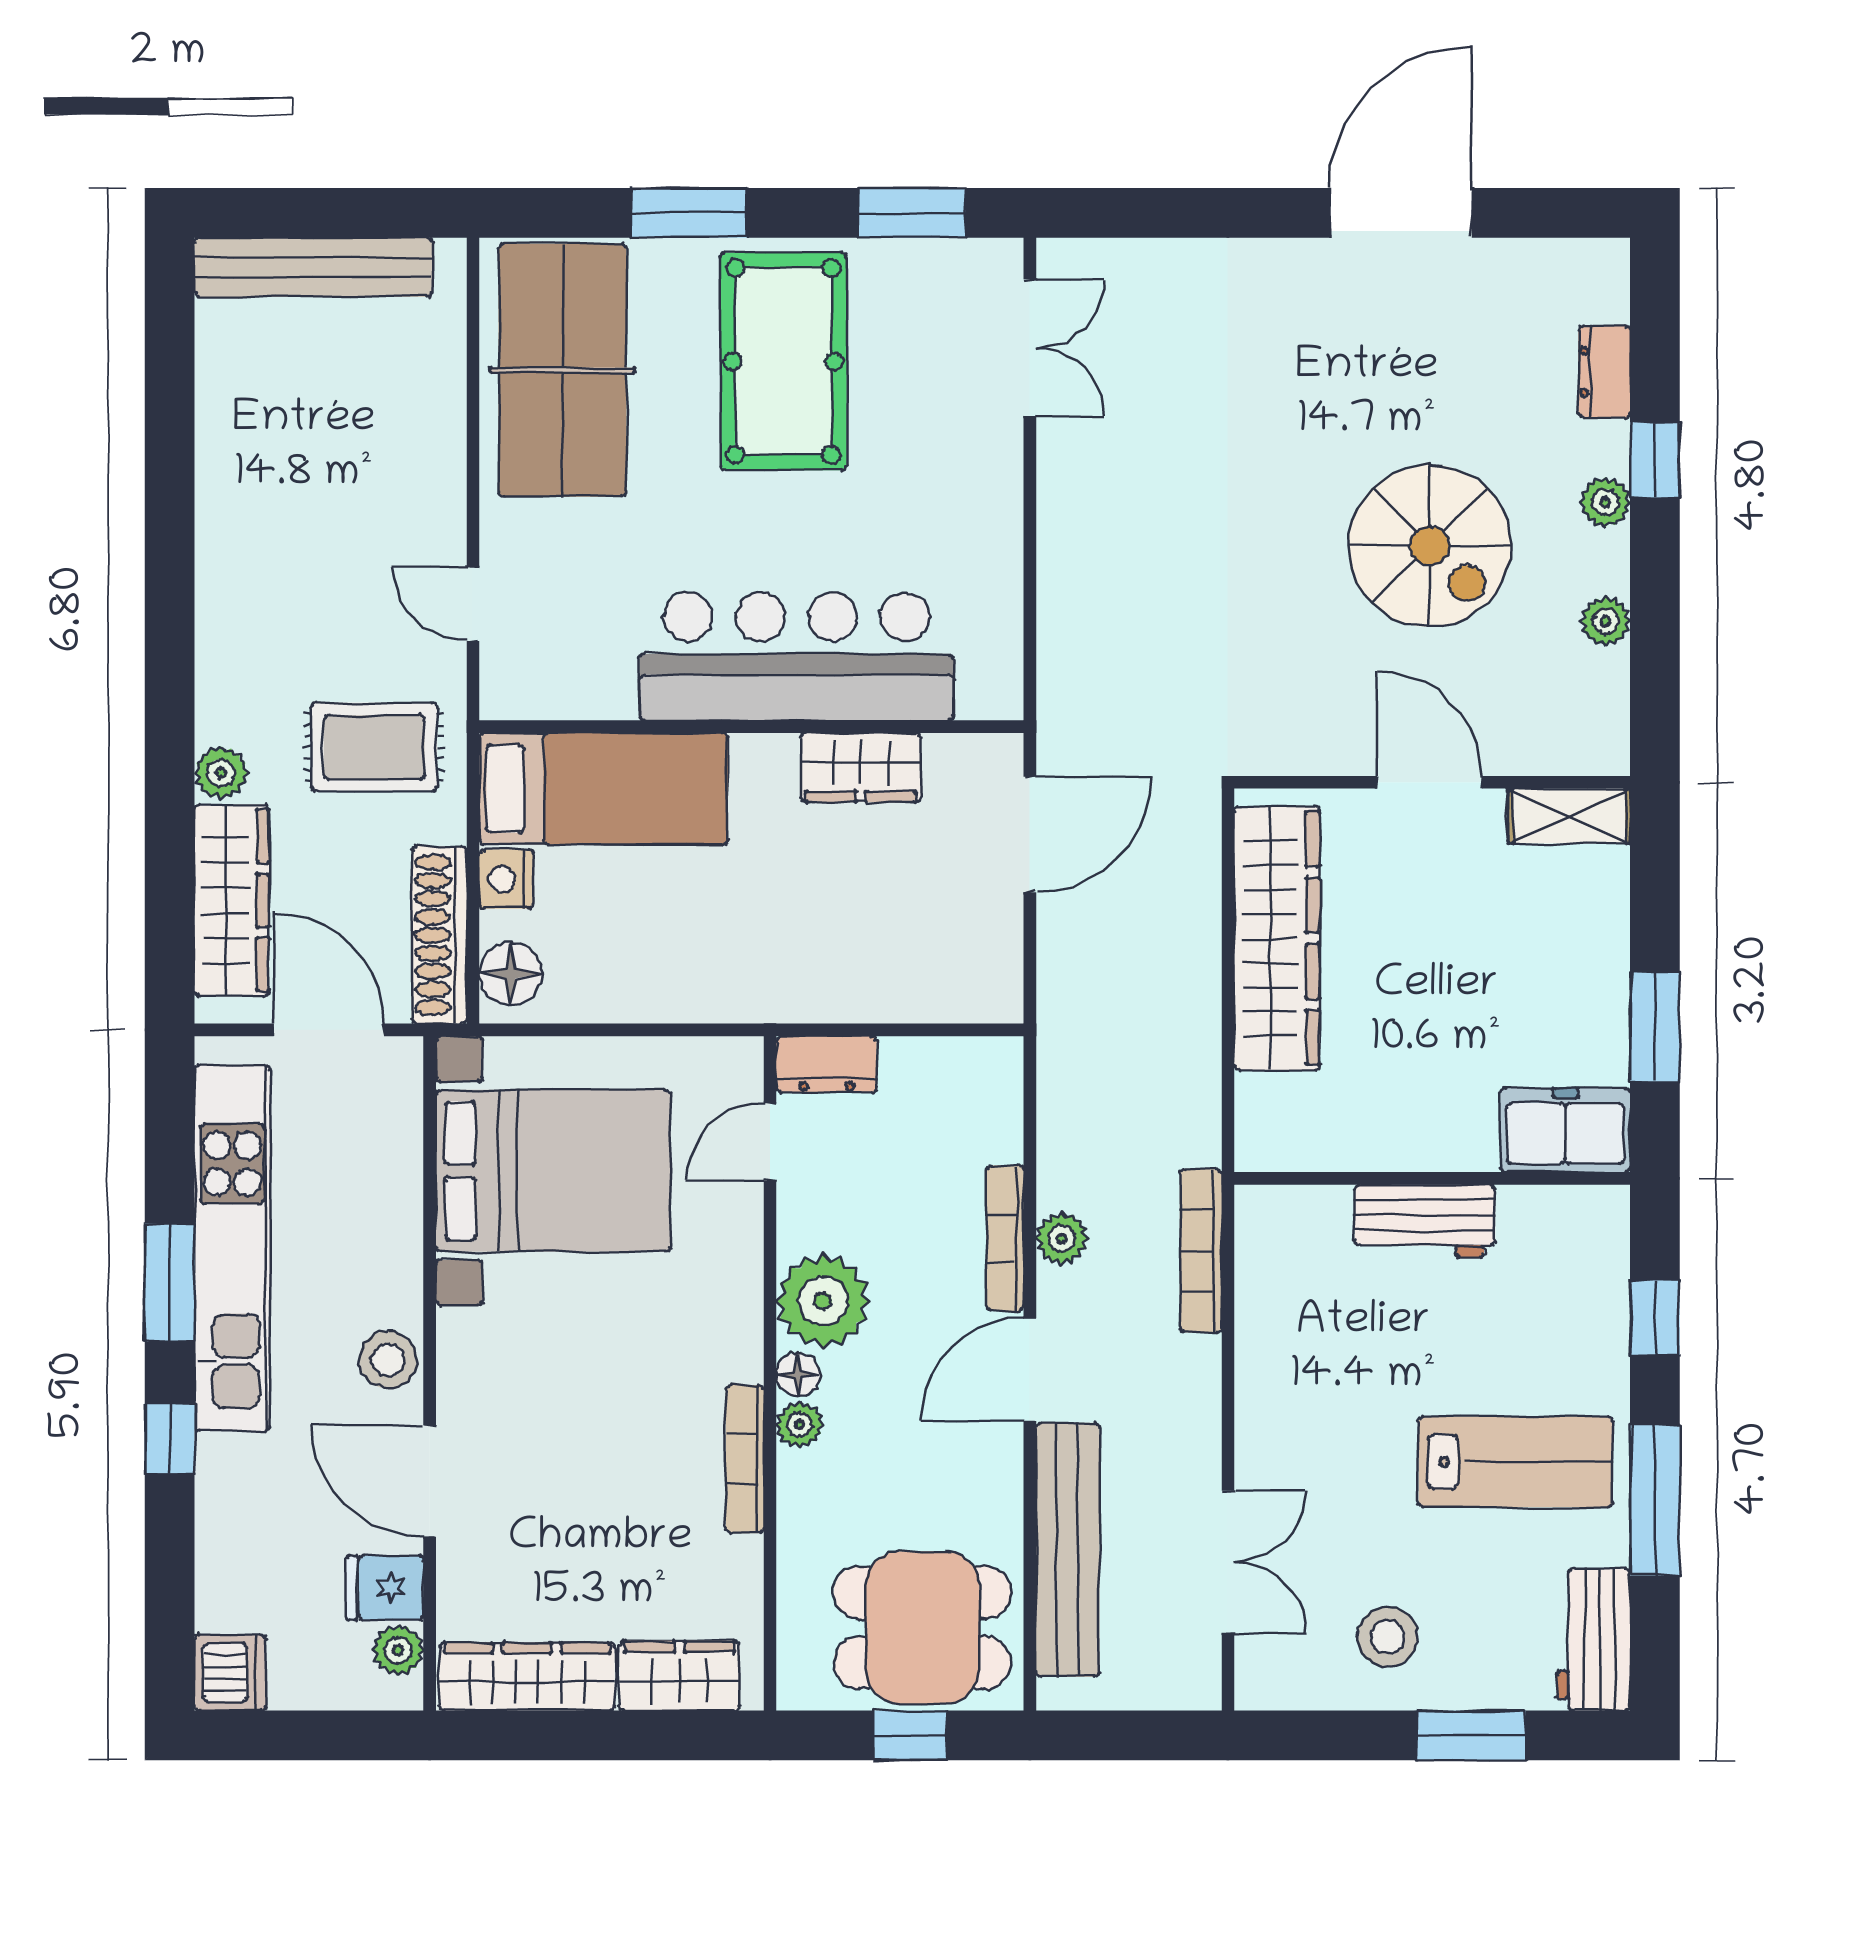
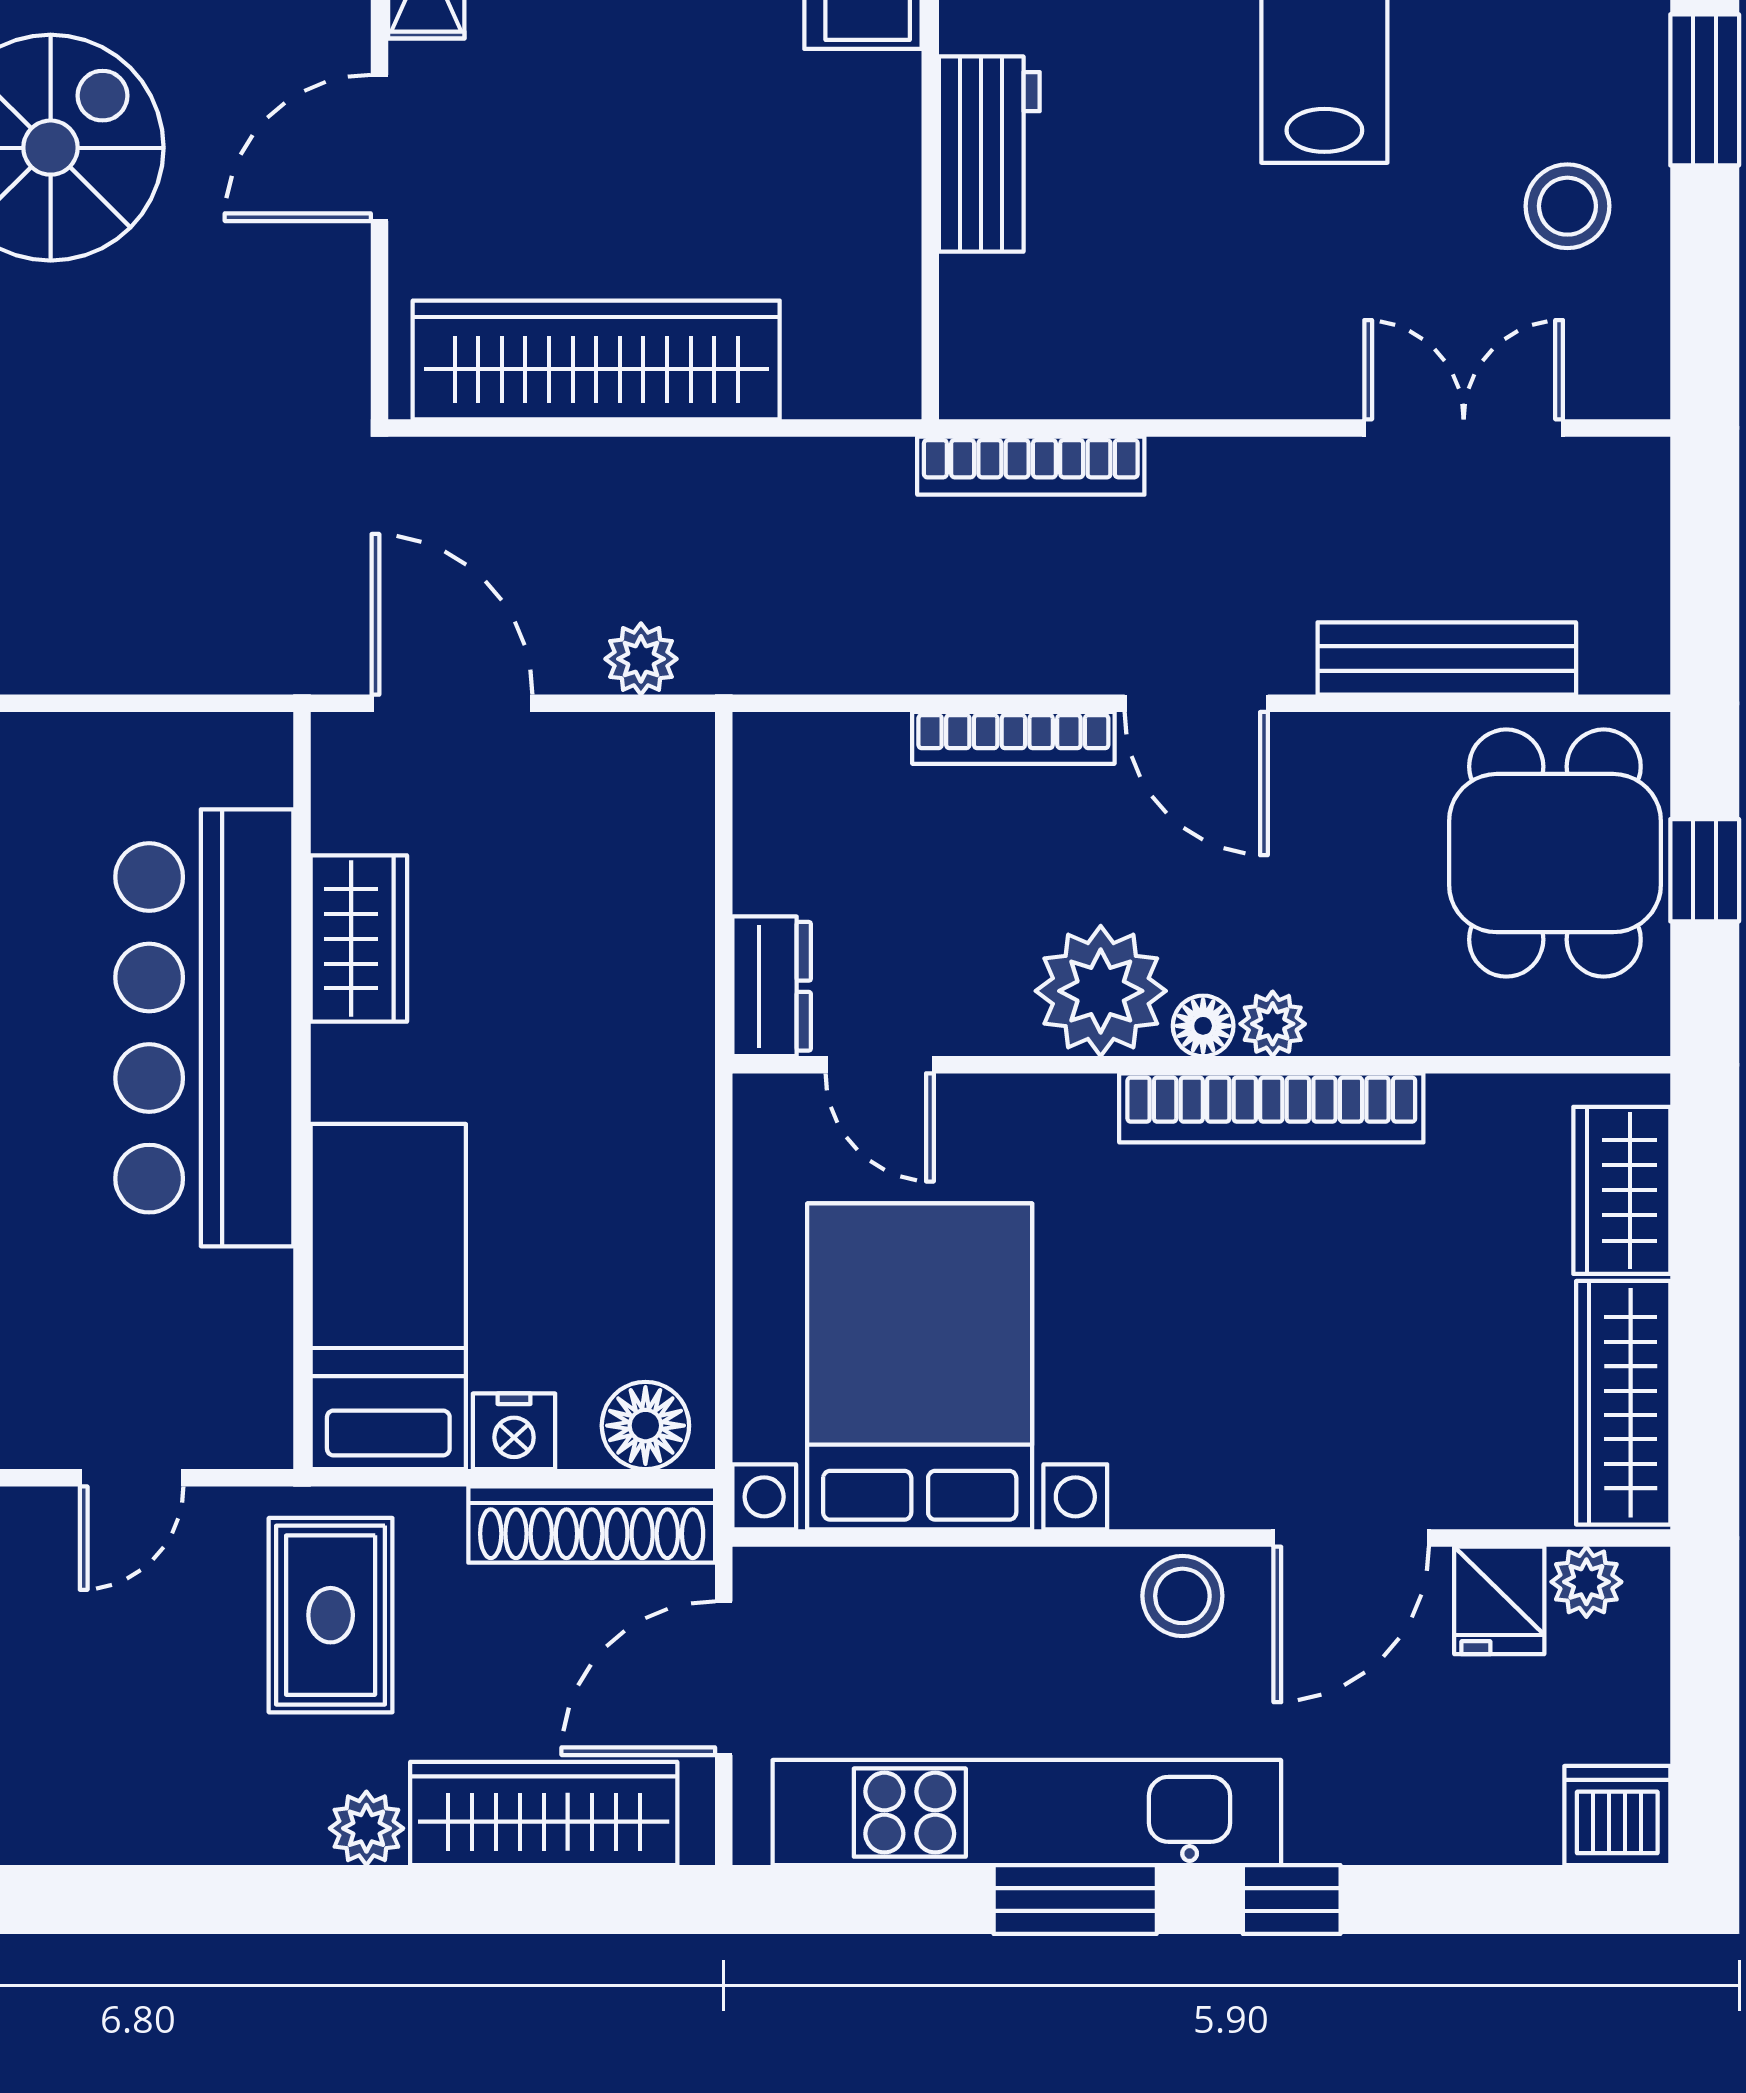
plant: (1062, 1238) -> (641, 659), moved
bookcase: (745, 1459) -> (1271, 1108), width x1.48, depth x1.31
bench: (1068, 1550) -> (1447, 659), width x0.73, depth x0.82

